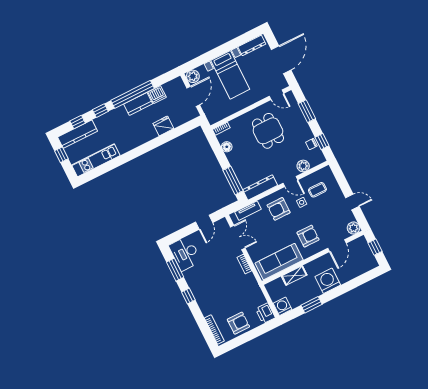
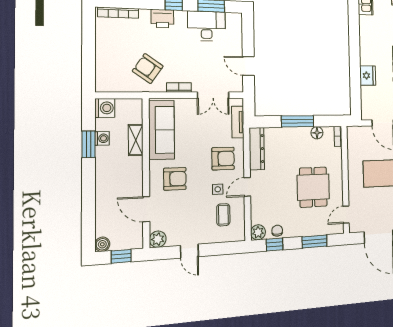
dining table: (268, 131) -> (313, 187), turned 90
plant: (303, 166) -> (258, 232), moved
window: (233, 181) -> (298, 121), moved
door: (352, 202) -> (189, 251), hinge flipped
armchair: (279, 209) -> (223, 159), turned 90
armchair: (308, 236) -> (175, 179), turned -90
desk: (185, 253) -> (207, 26), moved
boiler: (372, 263) -> (102, 244), added
washing machine: (328, 281) -> (102, 138), moved, width x0.53, depth x0.53
printer: (265, 313) -> (162, 19), moved, turned 180
armchair: (238, 323) -> (148, 69), moved, turned 125

